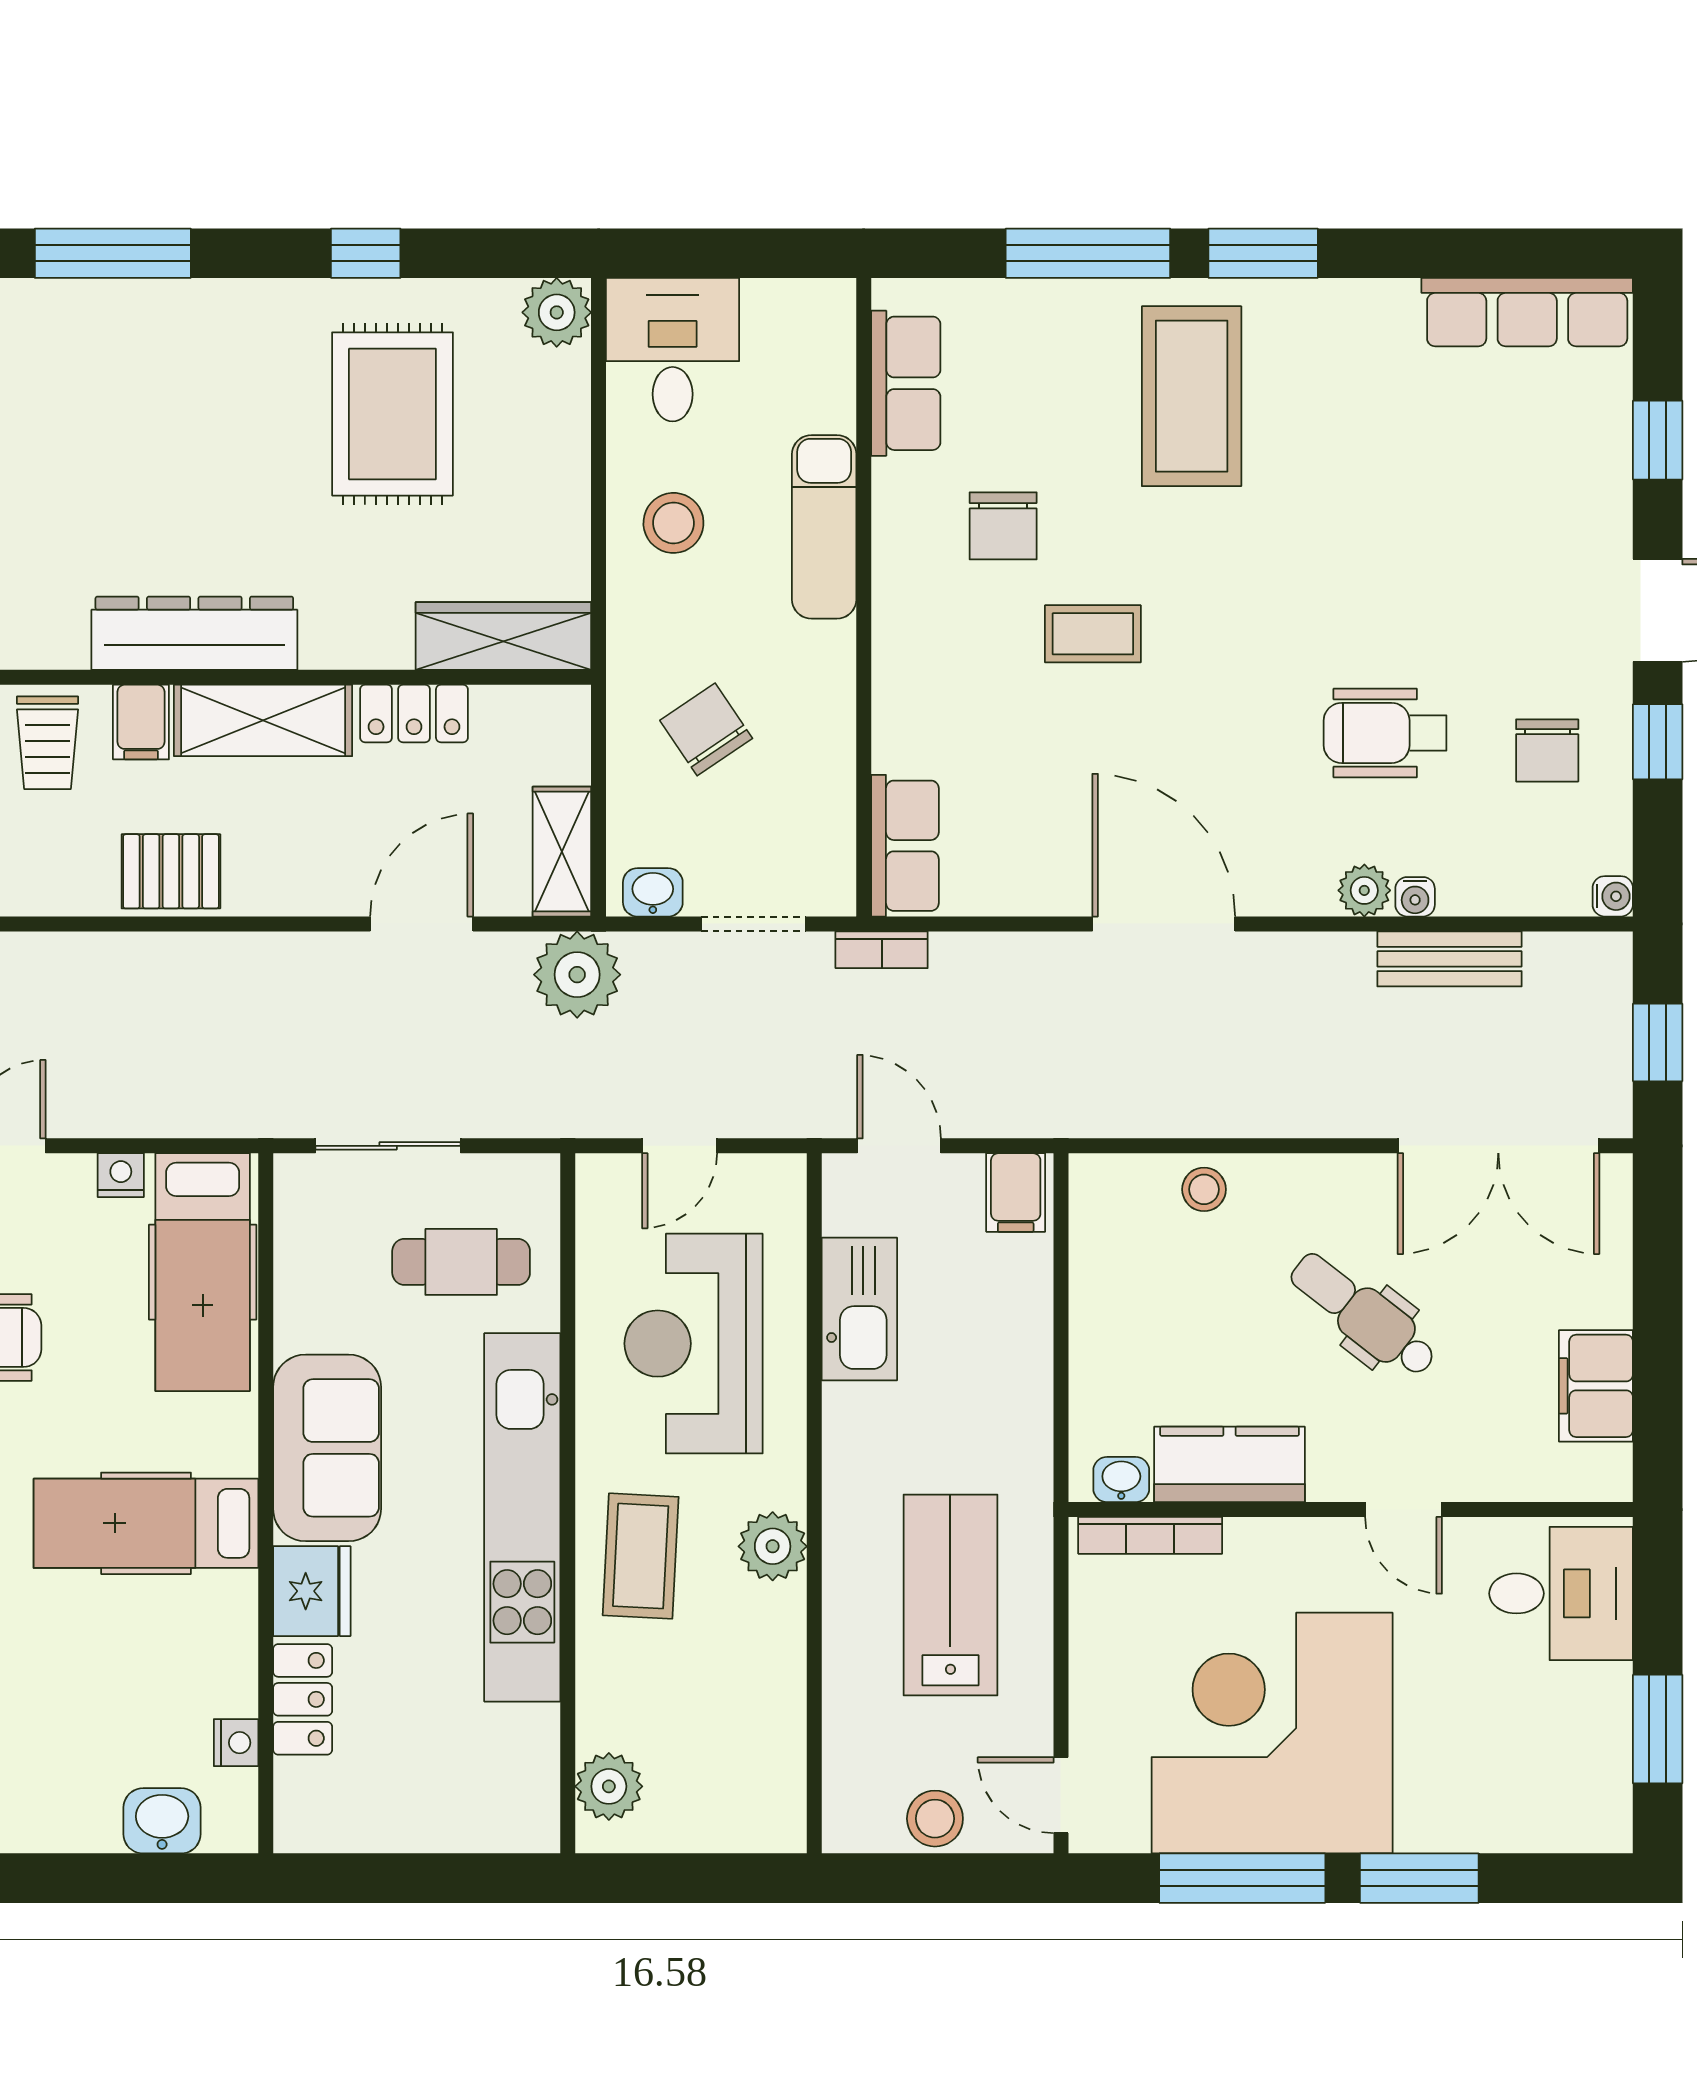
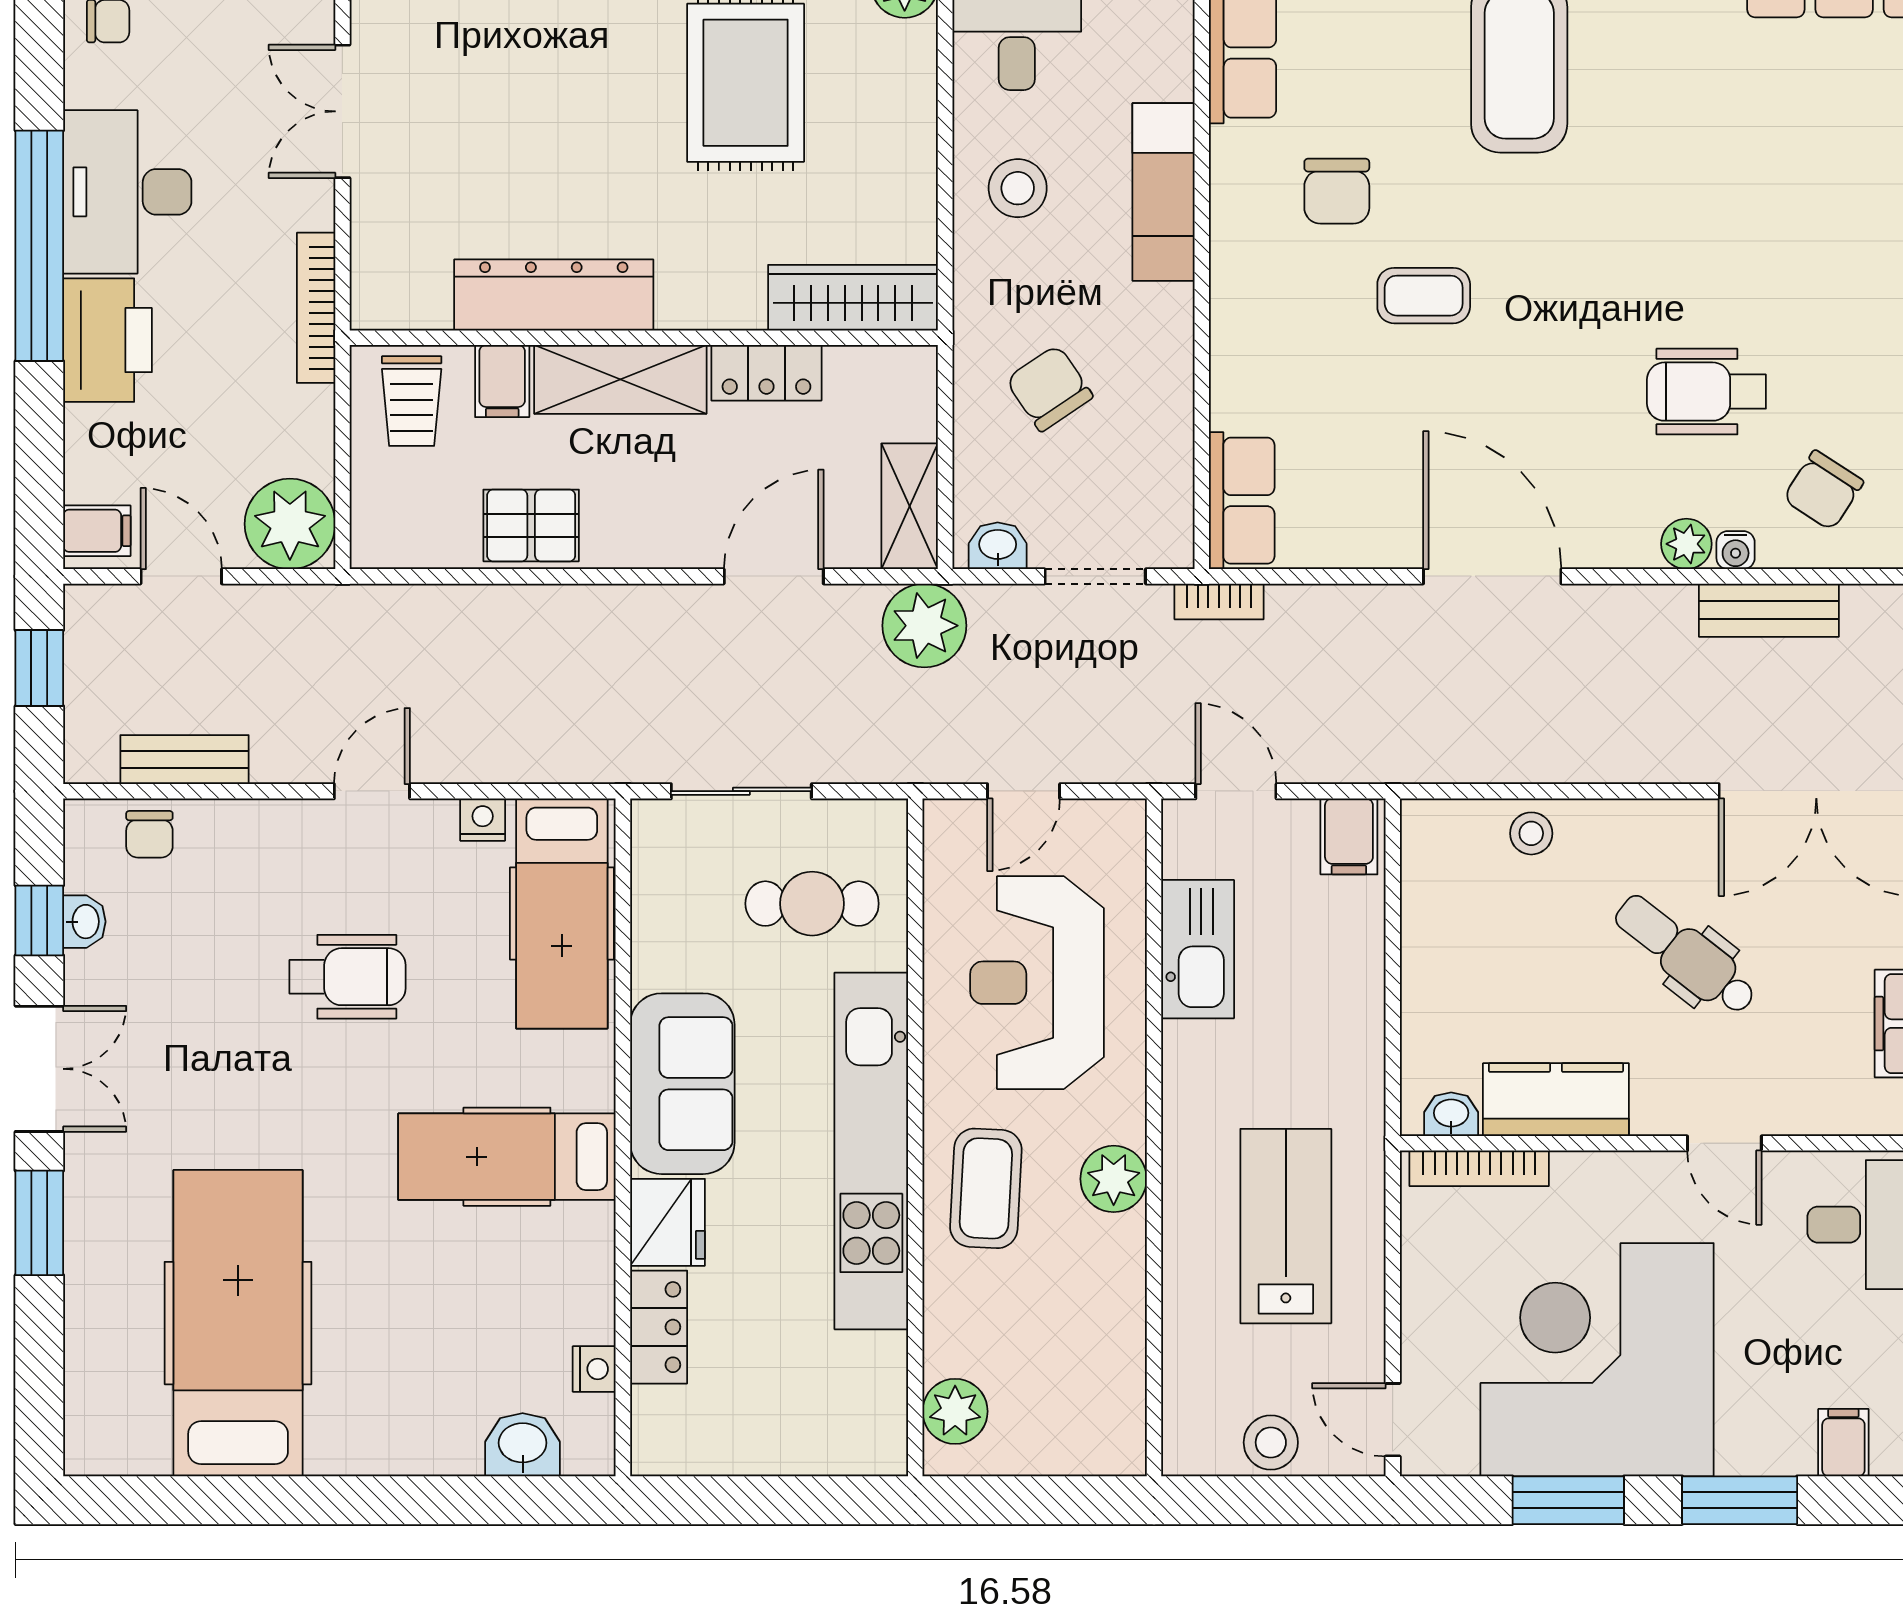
chair: (1547, 750) -> (1823, 490), moved, turned 33
filing cabinet: (1526, 1819) -> (1843, 1443), added
window: (1242, 1878) -> (1568, 1500), width x0.69

